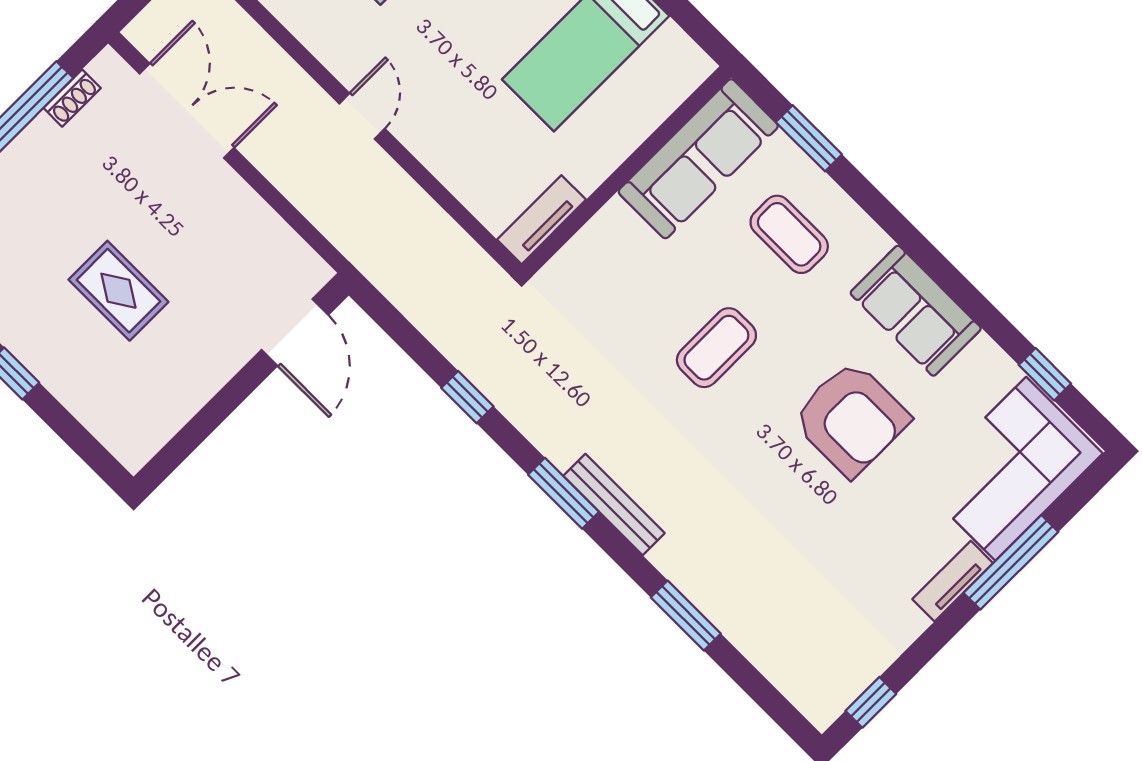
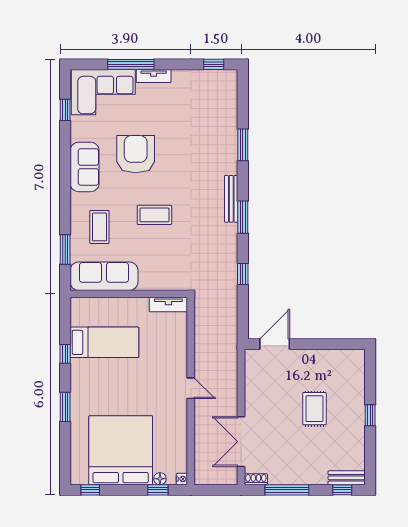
shoe rack: (72, 98) -> (256, 479), moved
door: (362, 116) -> (191, 388), swing flipped

